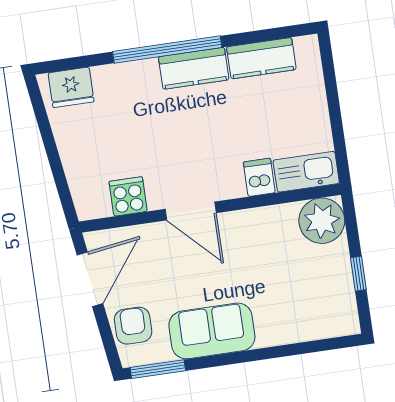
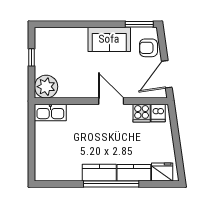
kitchen counter: (261, 58) -> (134, 173), moved
dishwasher: (259, 177) -> (158, 113), moved
armchair: (133, 326) -> (148, 48), turned 90

